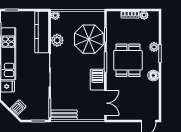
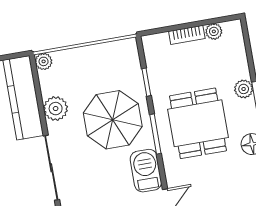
parasol: (89, 39) -> (113, 120), moved

